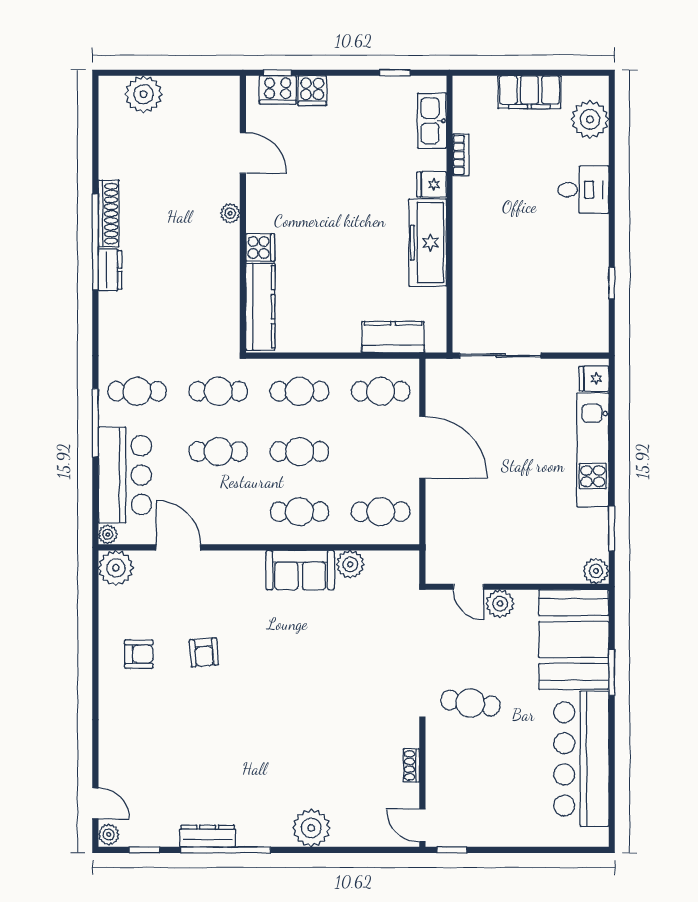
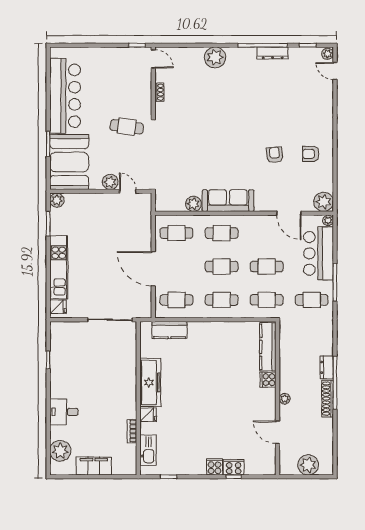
door: (243, 153) -> (278, 432), moved
plant: (230, 213) -> (285, 399), moved
wall: (243, 214) -> (278, 398), moved
cooker: (260, 248) -> (268, 380), moved
kitchen counter: (260, 307) -> (268, 347), moved
sofa: (300, 570) -> (228, 201), width x1.36

